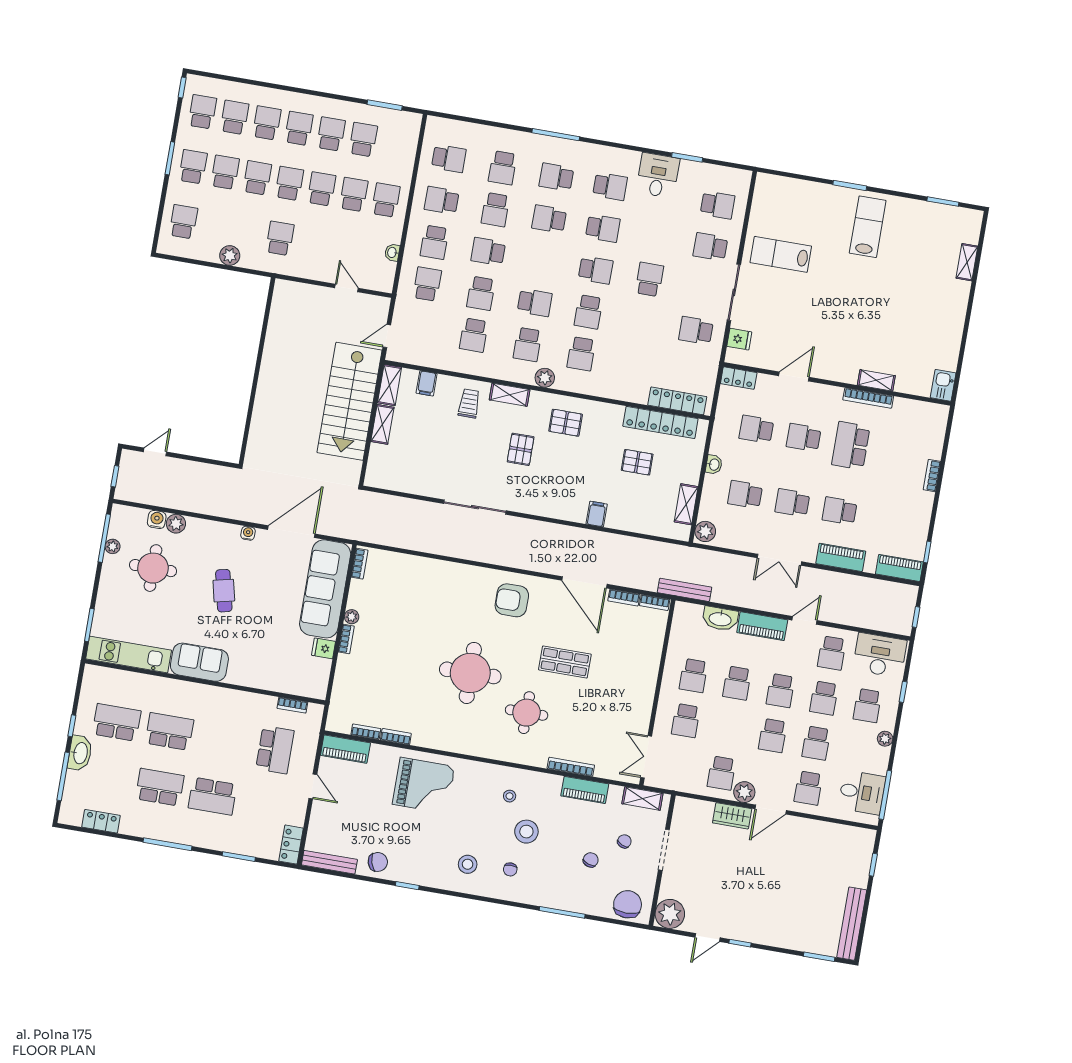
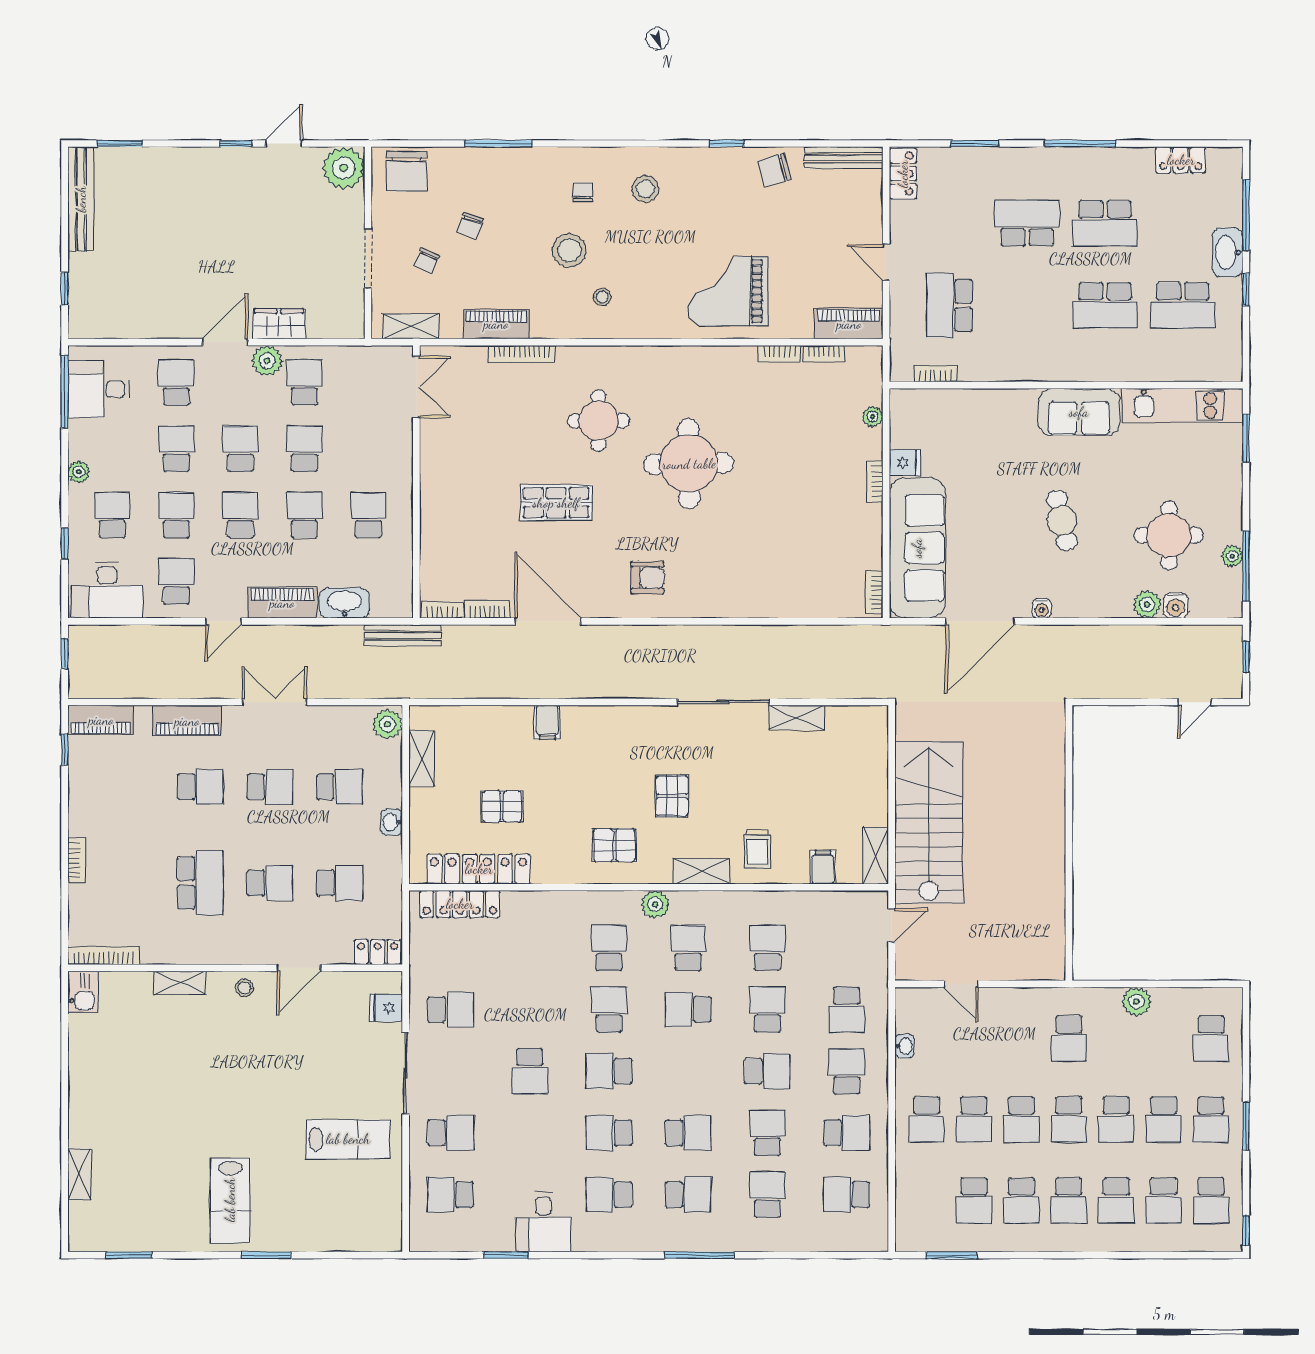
stool: (833, 369) -> (244, 988), added
bookcase: (868, 398) -> (104, 955), moved
shelving: (382, 424) -> (796, 718), moved, turned 90
armchair: (512, 600) -> (647, 578), width x0.72, depth x0.72
plant: (352, 617) -> (873, 417), moved
school desk: (686, 721) -> (305, 449), moved

